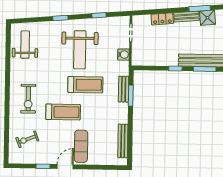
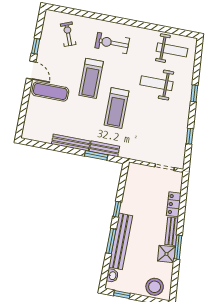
weight bench: (80, 50) -> (157, 83), moved, width x0.73, depth x0.75
water cooler: (123, 55) -> (142, 155), removed
bench: (123, 141) -> (71, 143), moved

